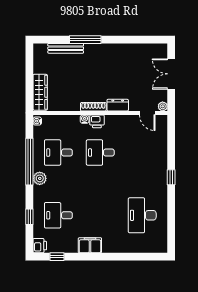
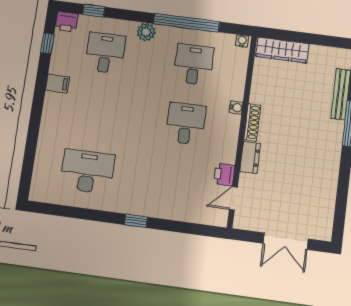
double door: (171, 74) -> (286, 241), swing flipped
plant: (163, 106) -> (240, 222), removed
printer: (97, 121) -> (224, 174), moved
plant: (40, 178) -> (146, 32), moved
window: (29, 217) -> (94, 11), moved
filing cabinet: (90, 245) -> (57, 83), width x0.50

